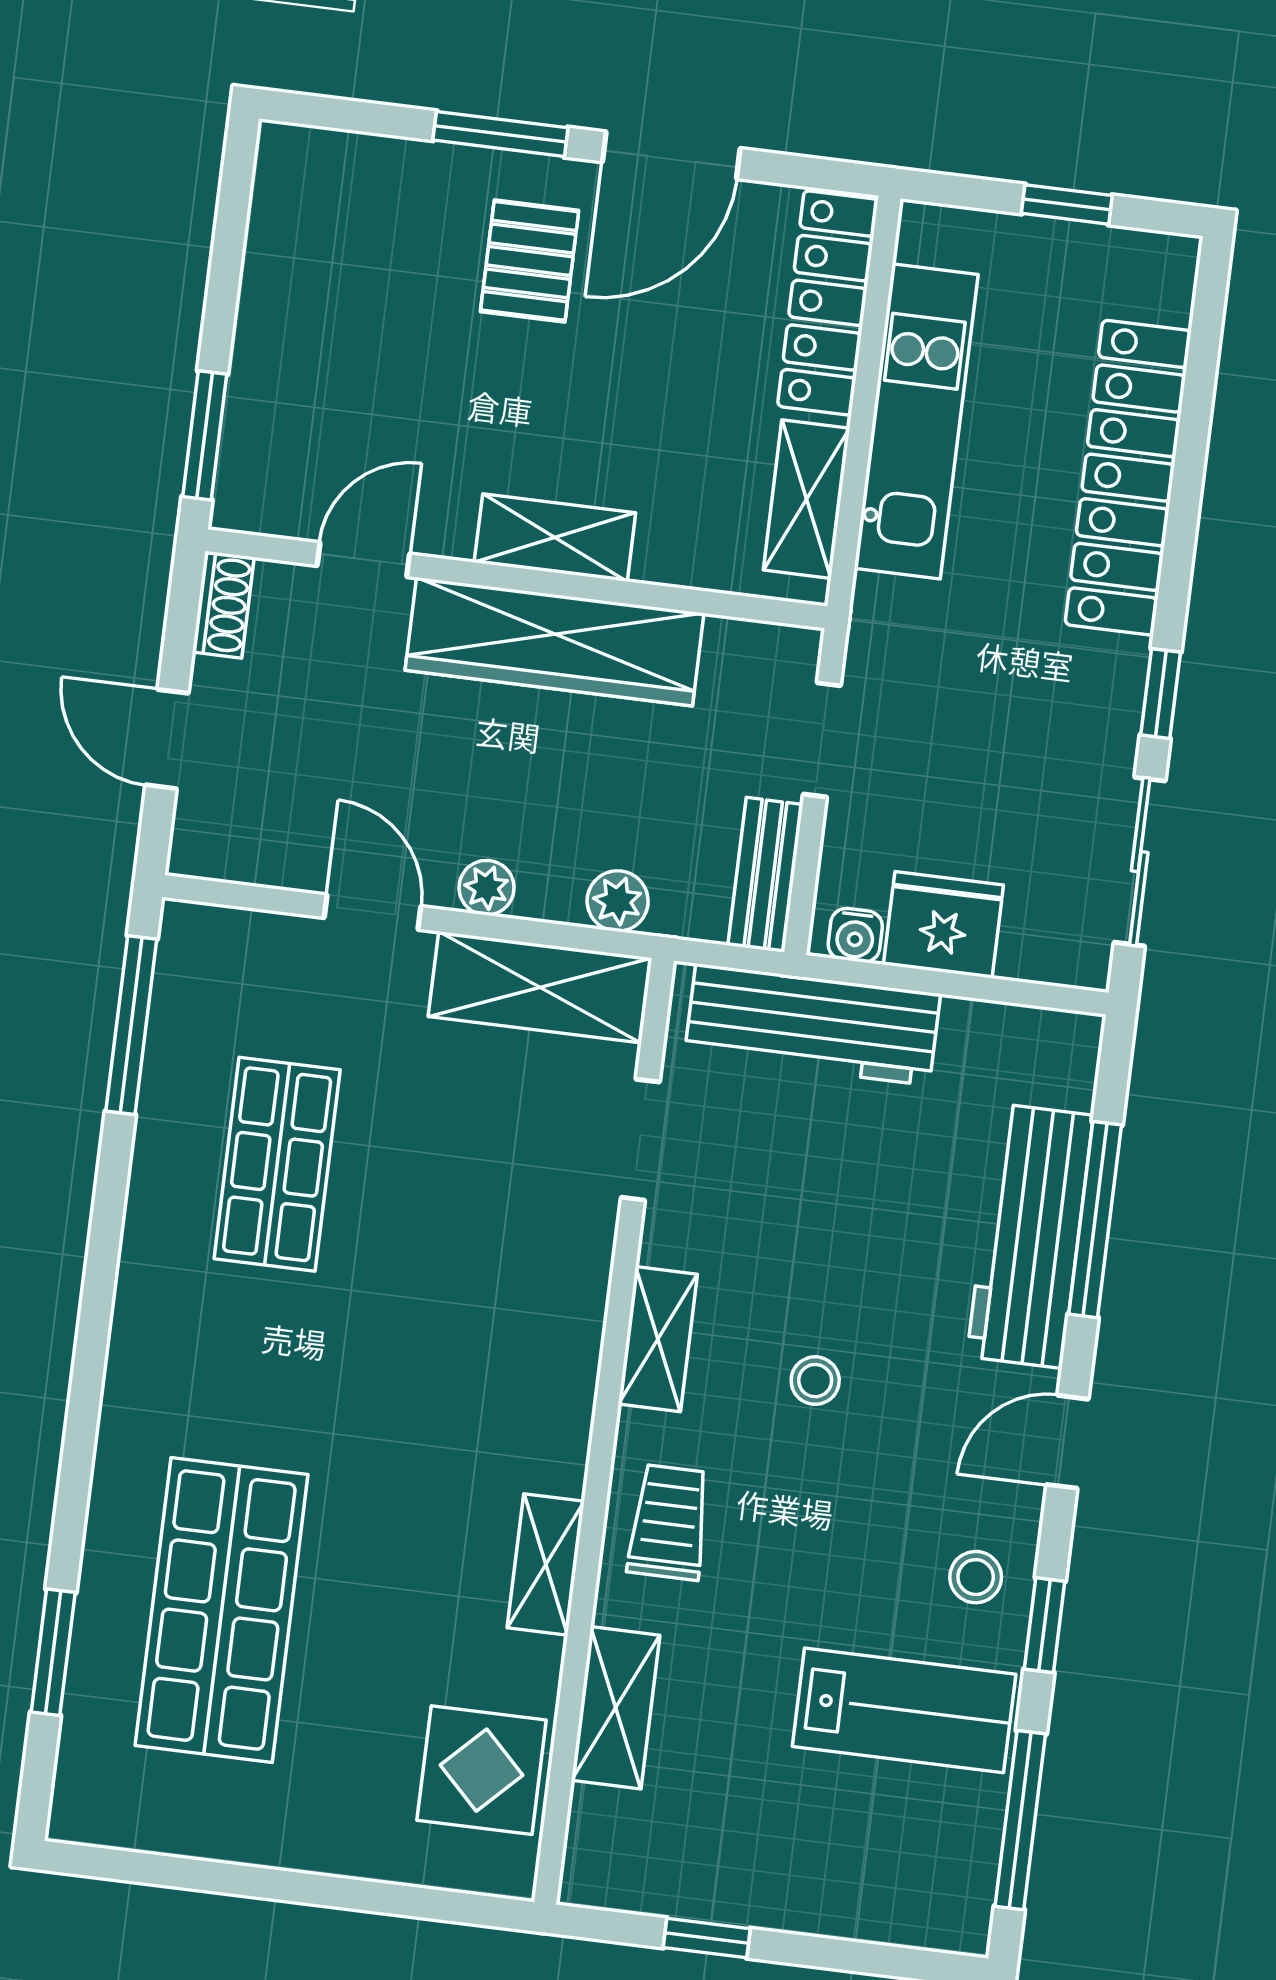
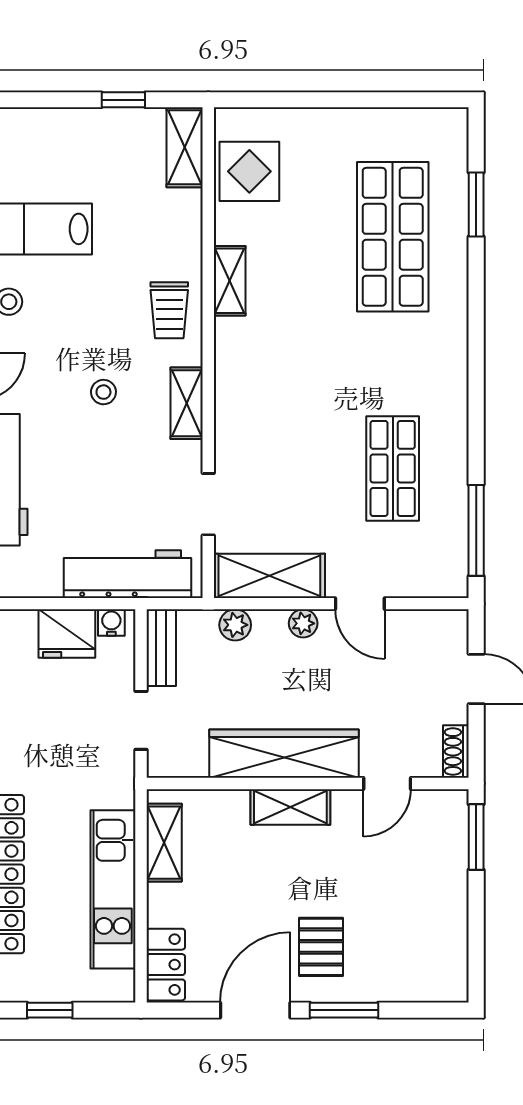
locker: (828, 303) -> (166, 965), width x0.66
shelving: (616, 1708) -> (185, 147), moved

